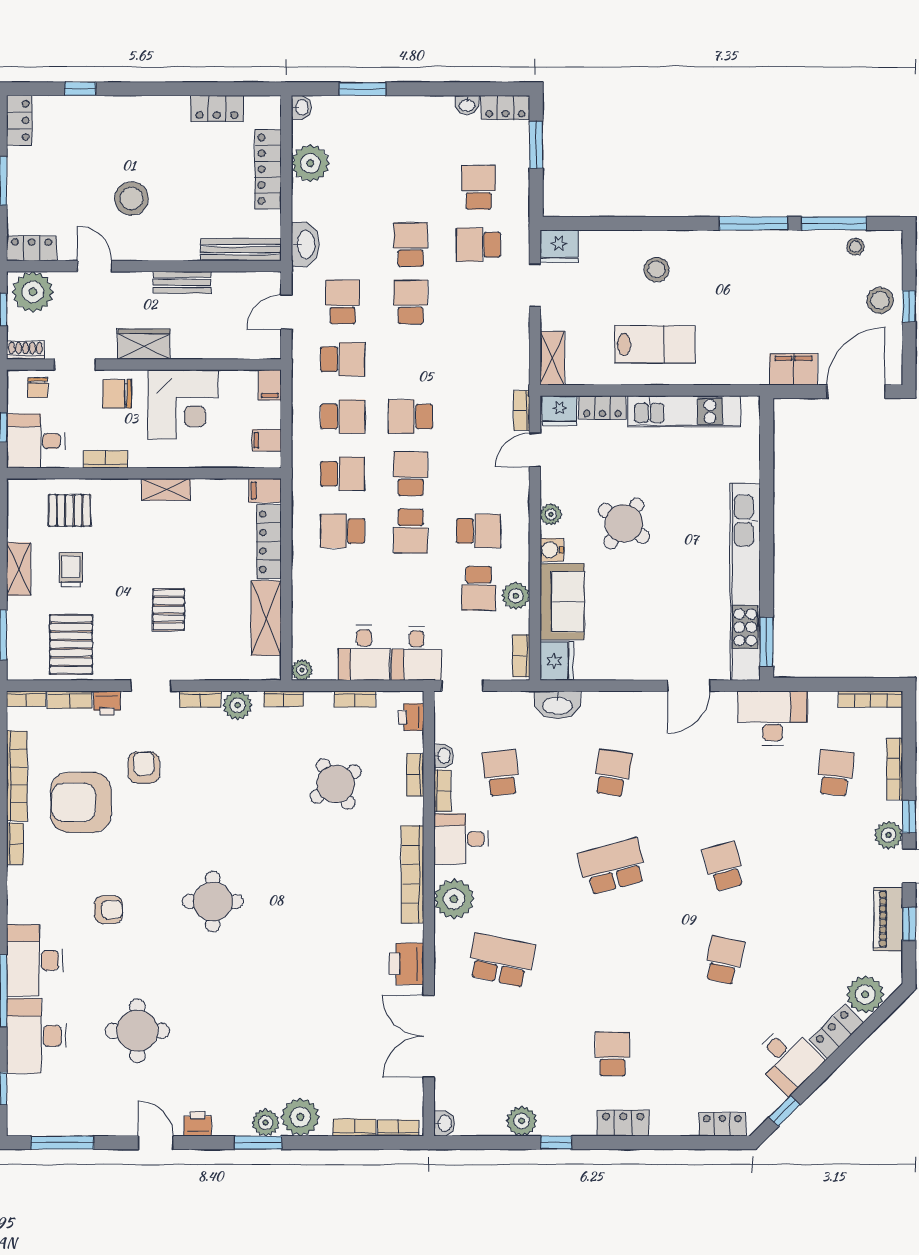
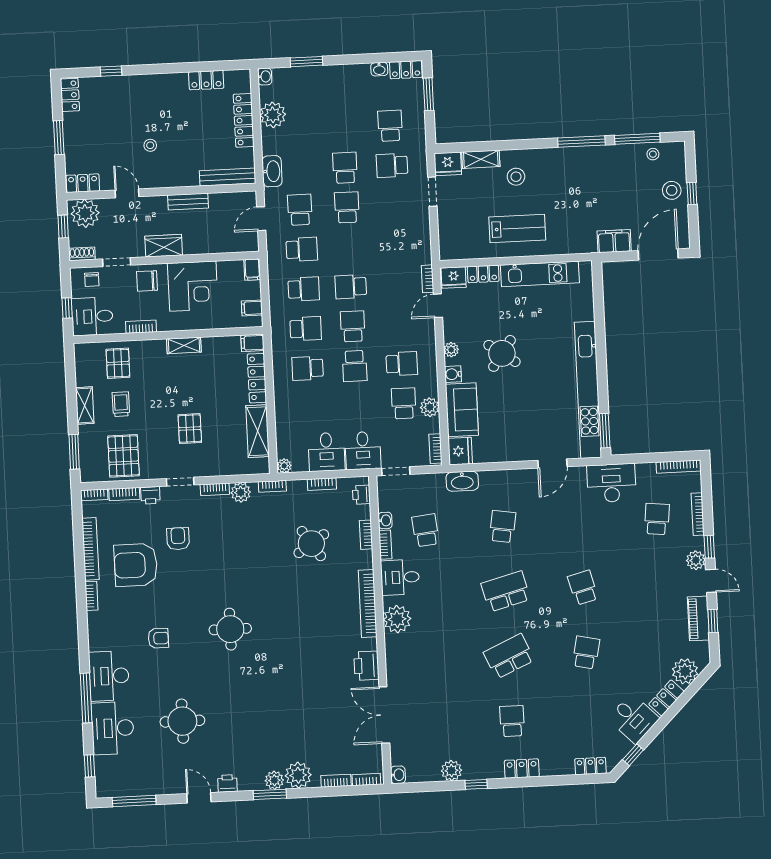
stool: (131, 199) -> (150, 145), width x0.53, depth x0.53
shelving: (552, 358) -> (481, 159), moved, turned 90
pallet: (70, 510) -> (118, 363), turned 90
school desk: (479, 588) -> (404, 403), turned 180
school desk: (501, 960) -> (509, 656), moved, turned -36

